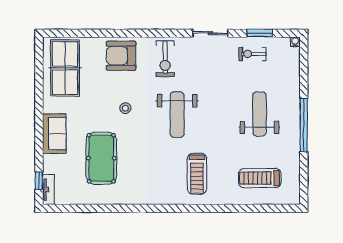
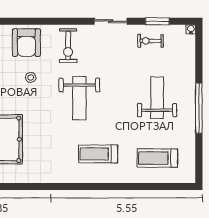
armchair: (121, 56) -> (26, 43), turned -90
stool: (125, 108) -> (31, 77), moved
treadmill: (197, 174) -> (98, 154), turned 90

